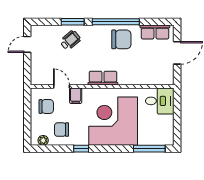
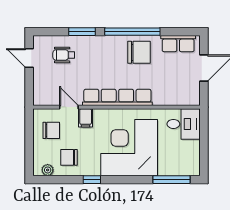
wheelchair: (70, 40) -> (64, 55), moved, turned -140
door: (27, 44) -> (29, 58), hinge flipped
row of seats: (103, 78) -> (117, 97), width x2.02

